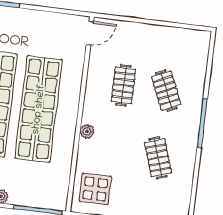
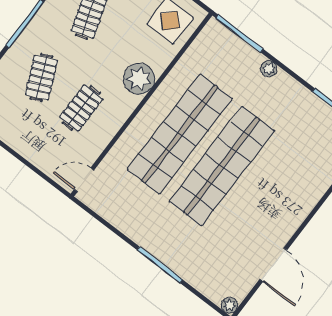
plant: (87, 132) -> (139, 79), width x1.87, depth x1.87

